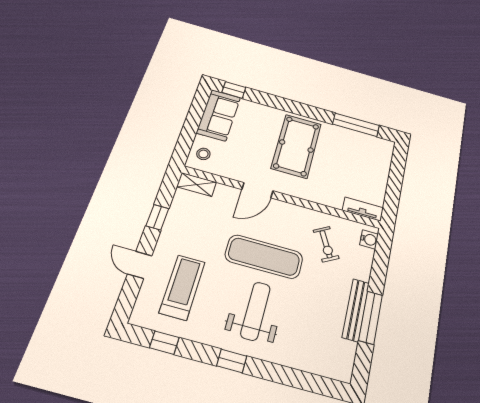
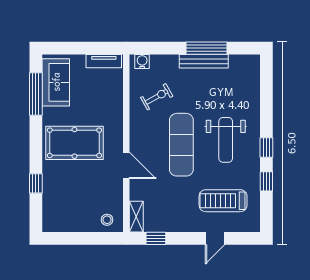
window: (234, 90) -> (36, 183), moved
sofa: (219, 115) -> (56, 82), moved, turned 90
tv unit: (363, 209) -> (104, 61), moved, turned -90
window: (157, 217) -> (156, 238), moved
weight bench: (256, 311) -> (226, 140), turned -90
window: (164, 343) -> (266, 181), moved

